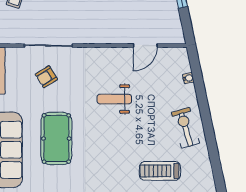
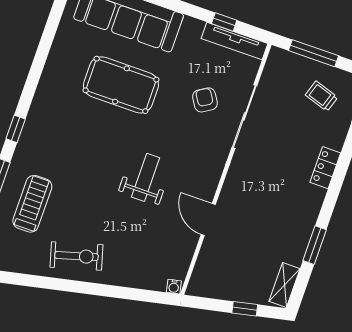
door: (145, 45) -> (208, 220), moved
water cooler: (188, 78) -> (174, 287), moved

